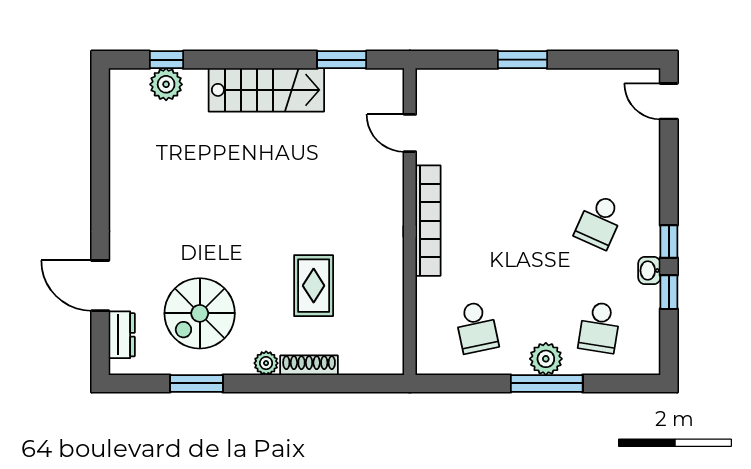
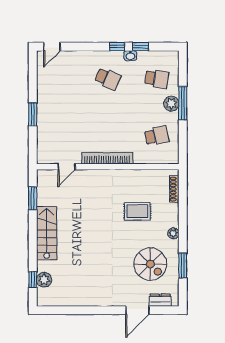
shoe rack: (309, 365) -> (174, 189), moved

